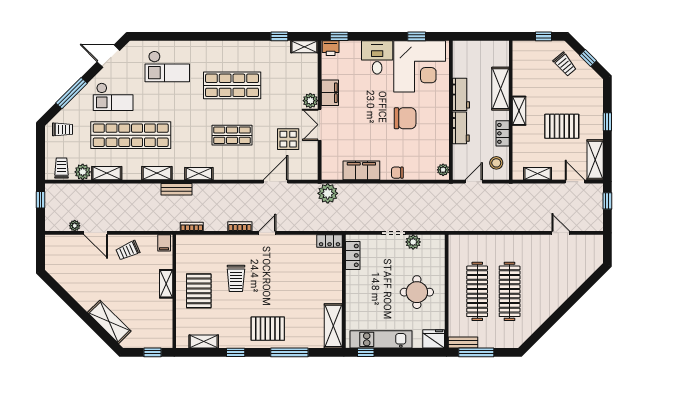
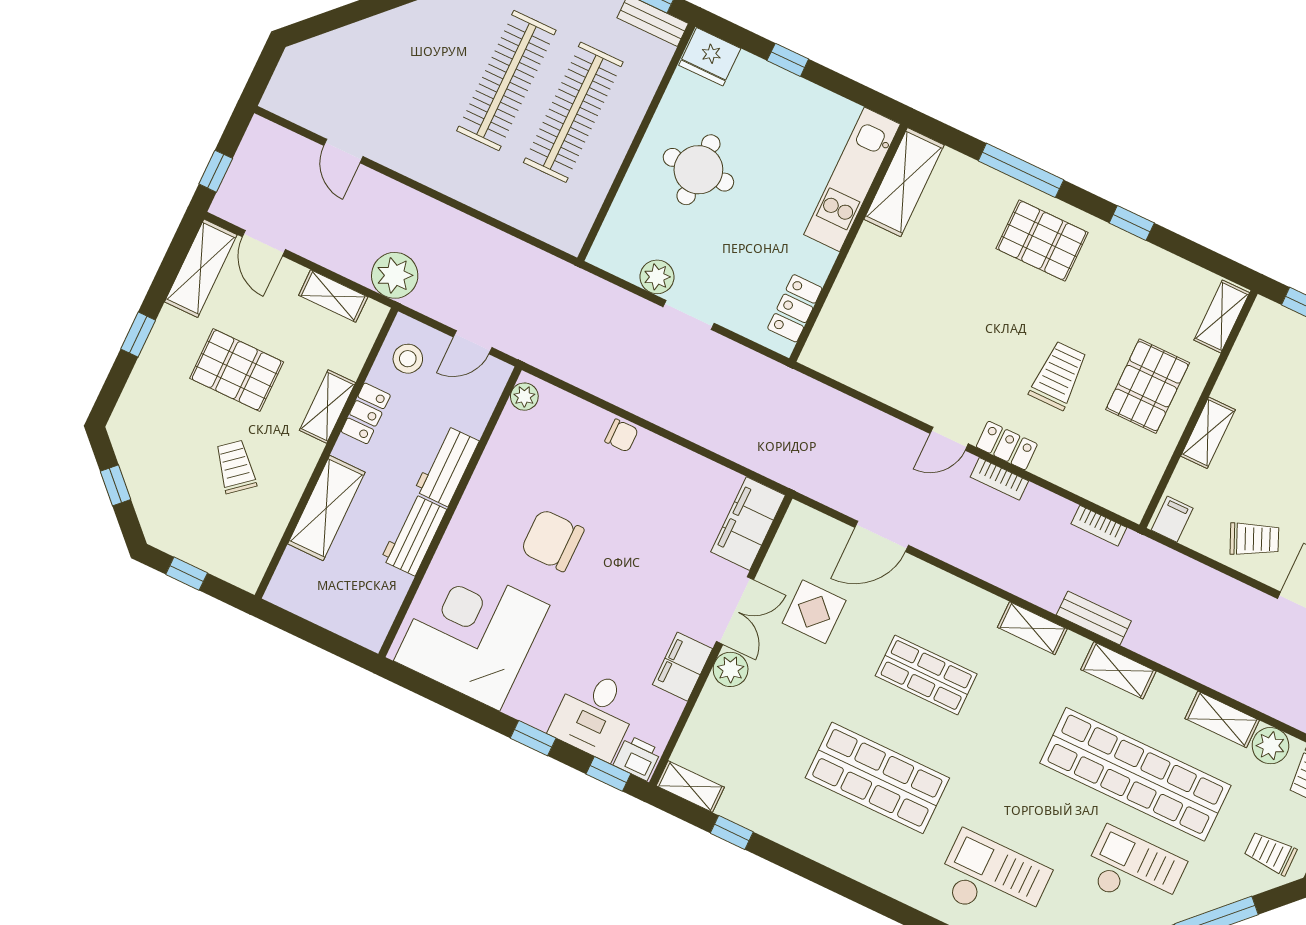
window: (417, 36) -> (533, 738), moved
desk: (377, 57) -> (595, 714), moved
trolley: (565, 64) -> (236, 467), moved
shelving: (519, 111) -> (327, 407), moved
filing cabinet: (361, 170) -> (748, 524), moved, turned 90
plant: (328, 193) -> (395, 275), moved
locker: (330, 241) -> (1007, 445), moved
kitchen unit: (381, 339) -> (852, 179), moved, turned 90
shelving: (204, 342) -> (1222, 316), moved, turned 90
window: (366, 352) -> (788, 60), moved

